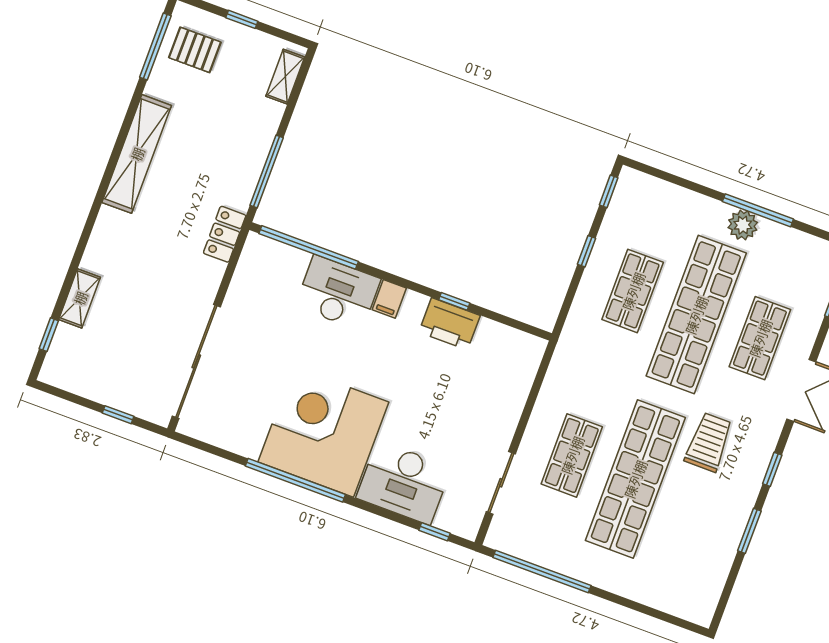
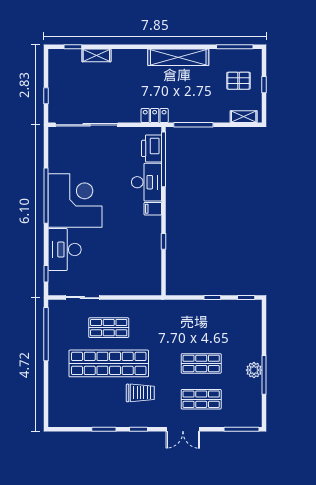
pallet: (195, 50) -> (239, 81), moved, turned 90
shop shelf: (633, 291) -> (201, 328), removed
shop shelf: (696, 315) -> (201, 363), width x0.50, depth x0.74
printer: (450, 324) -> (152, 148), moved

